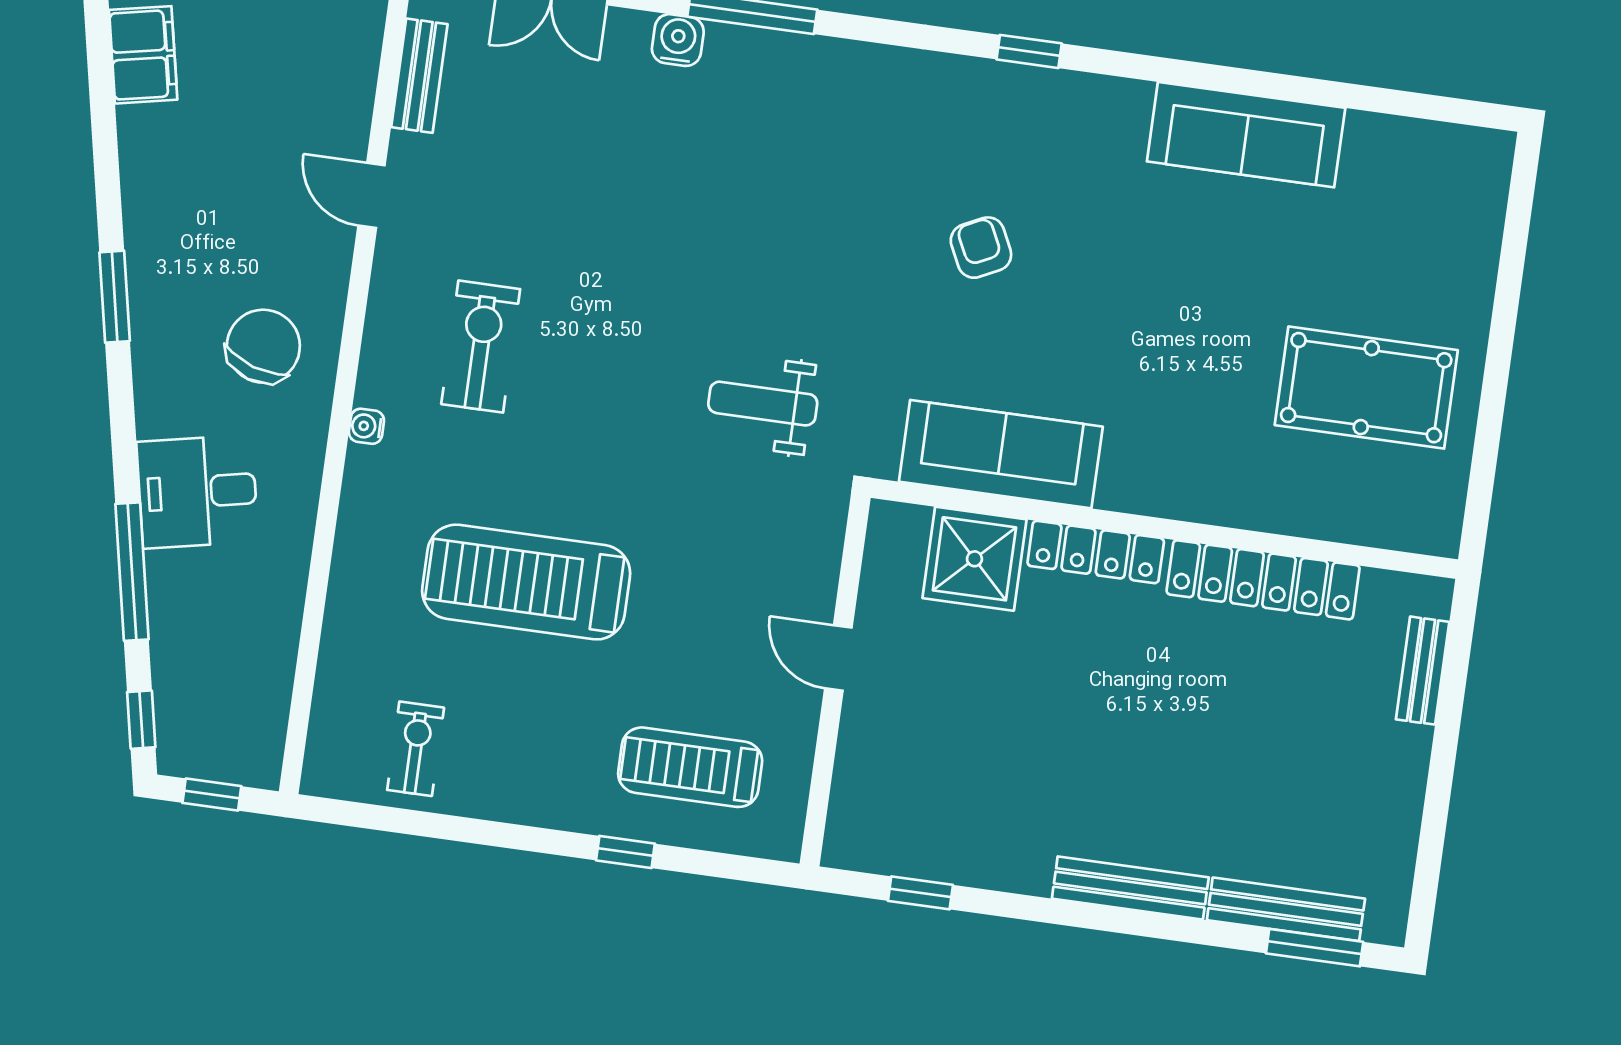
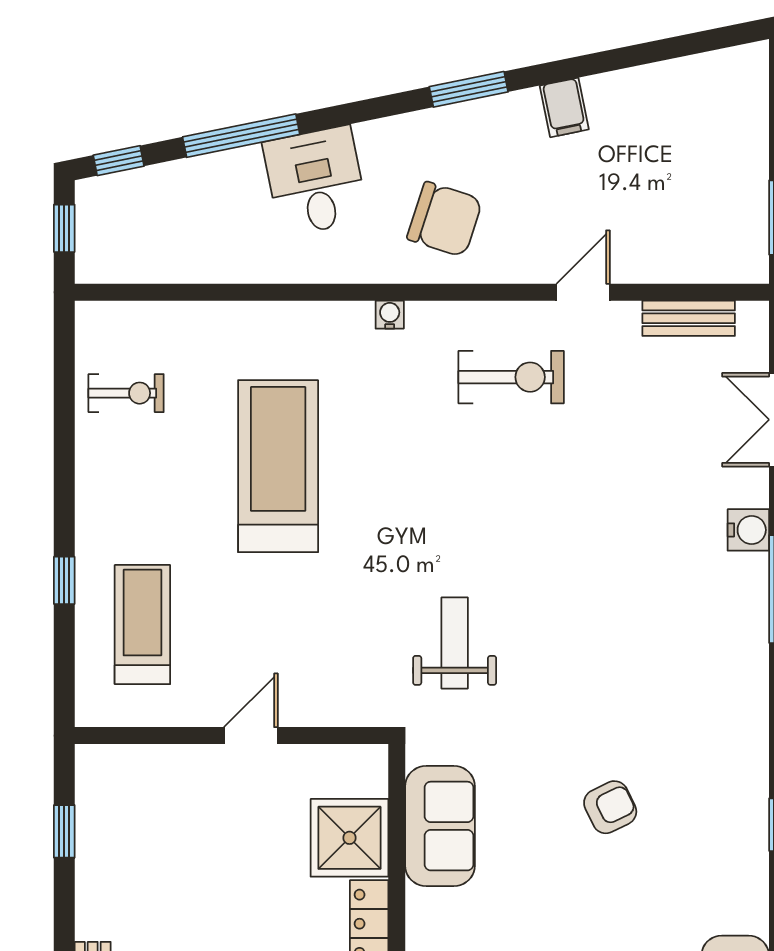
filing cabinet: (143, 55) -> (564, 107), moved, width x0.50
exercise bike: (481, 347) -> (511, 377), moved
sofa: (1001, 454) -> (440, 826), width x0.73

